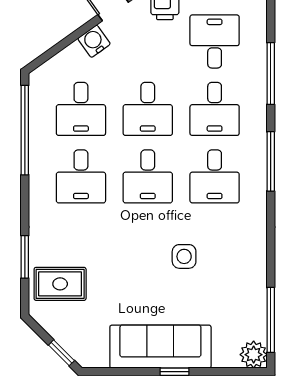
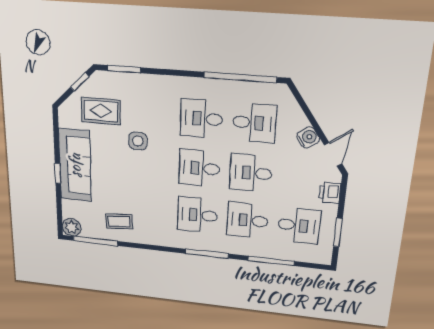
desk: (81, 109) -> (254, 123), turned 180
side table: (184, 256) -> (138, 141), moved
window: (25, 257) -> (124, 69), moved
rug: (60, 284) -> (101, 111), moved, turned 90
coffee table: (237, 285) -> (119, 221), added
window: (61, 353) -> (80, 82), moved

